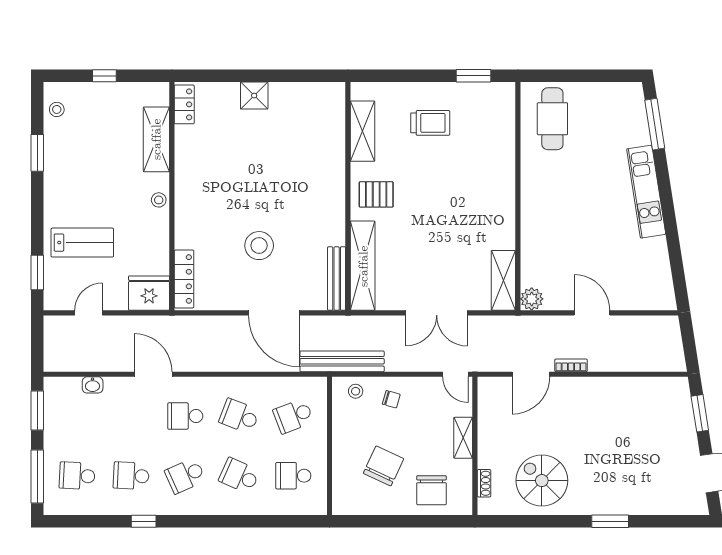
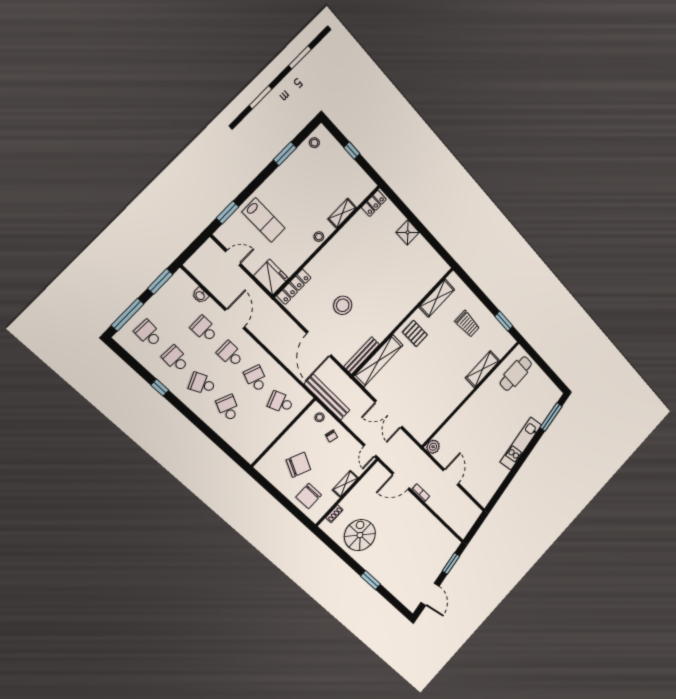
shelving: (156, 139) -> (342, 213), width x0.67, depth x0.75
shelving: (503, 280) -> (483, 369), moved
school desk: (293, 476) -> (204, 329), moved

